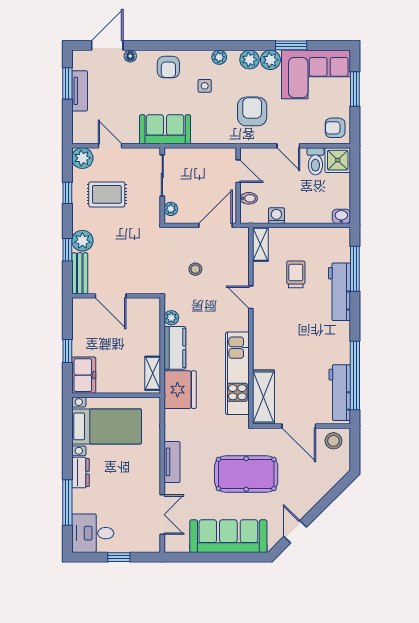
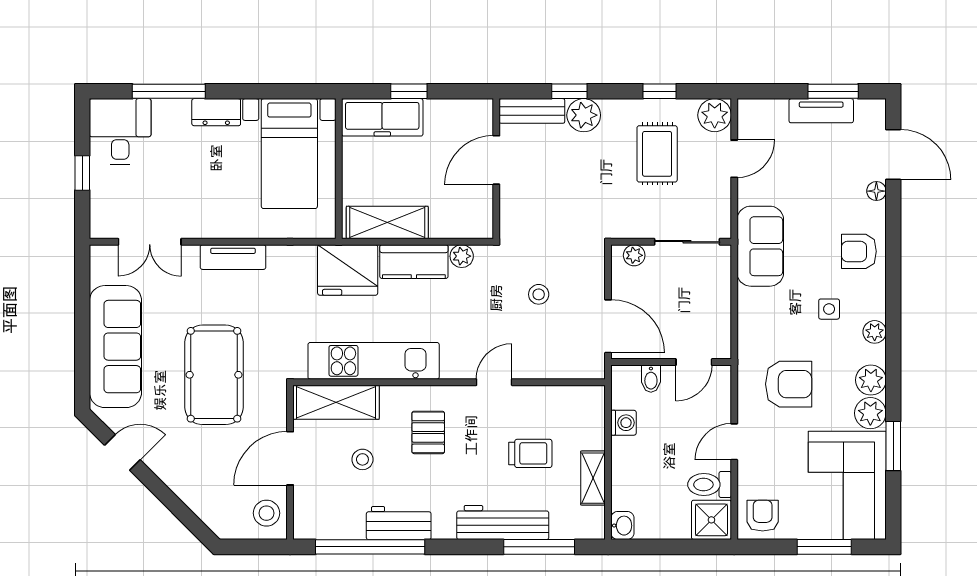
shelving: (260, 244) -> (593, 478), moved, turned 90
pallet: (283, 339) -> (428, 432), added
shelving: (153, 373) -> (387, 223), width x1.50, depth x1.33
freezer: (84, 375) -> (382, 117), width x1.40
stool: (300, 380) -> (362, 459), added
workbench: (340, 393) -> (399, 523), moved, width x0.73

